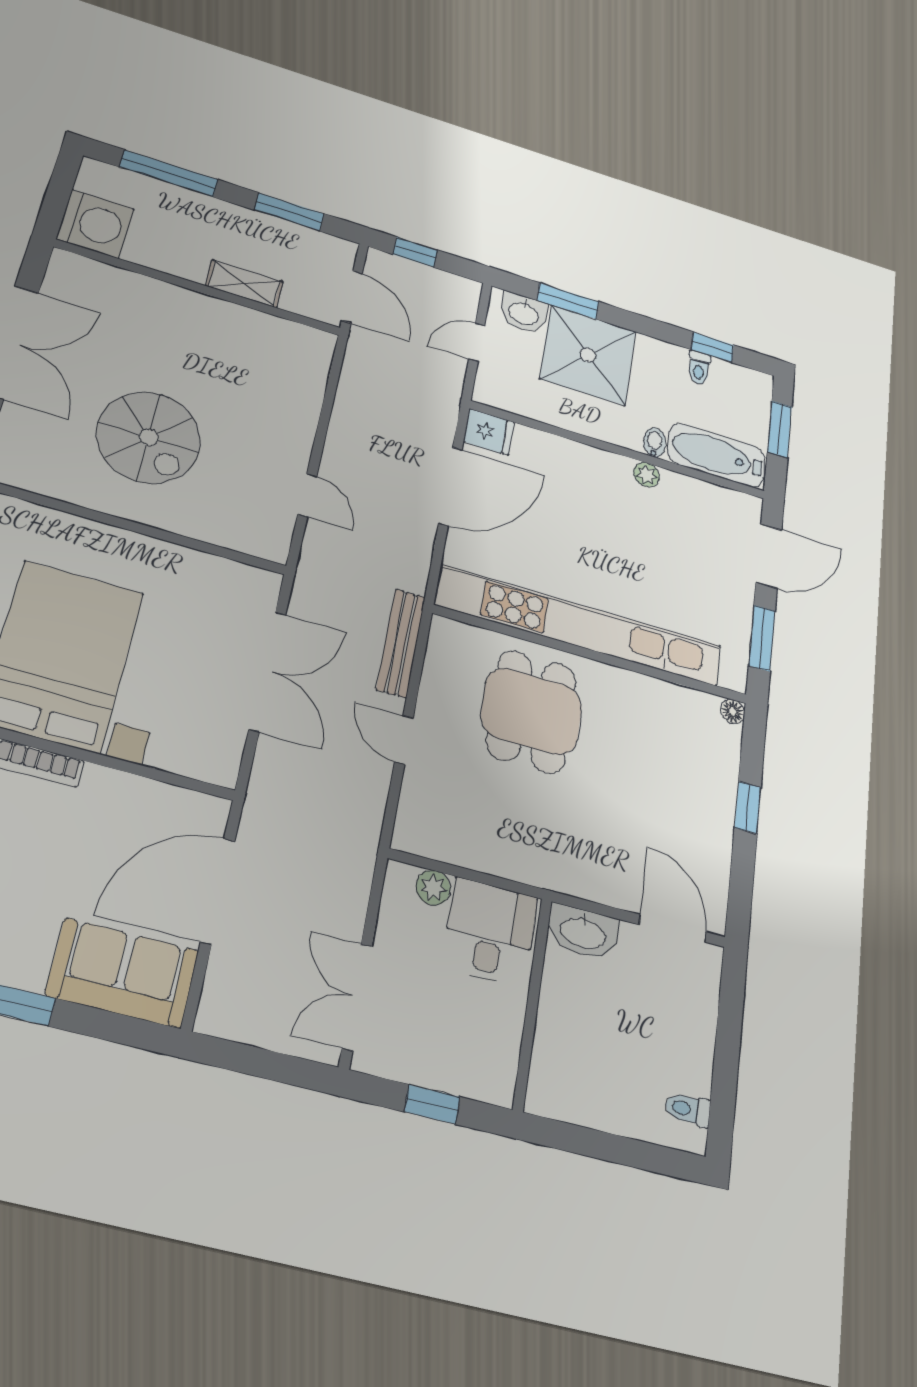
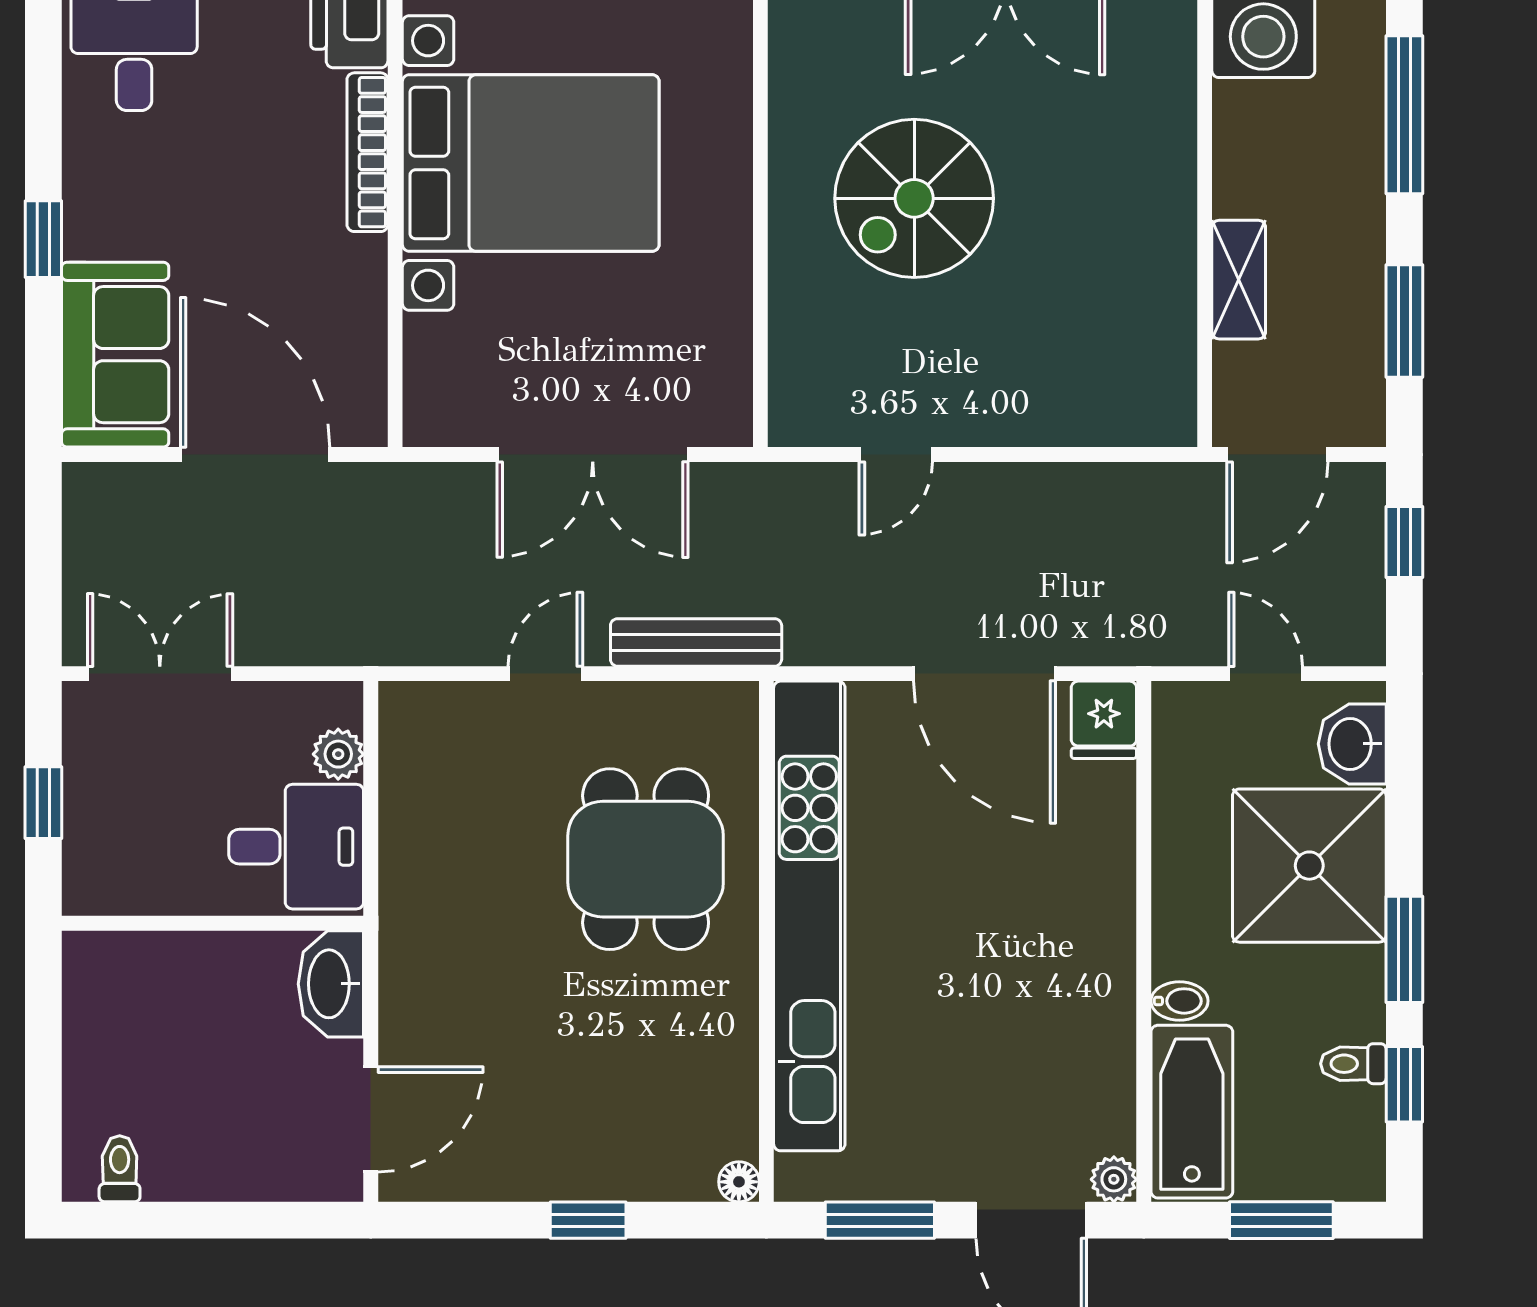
window: (568, 301) -> (1404, 949), moved
plant: (647, 475) -> (1114, 1179), moved
dining table: (531, 711) -> (646, 859), turned 90

